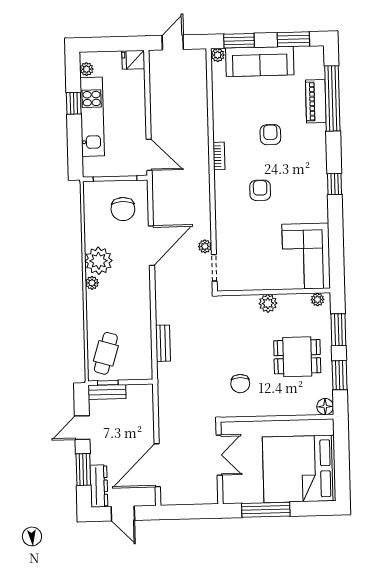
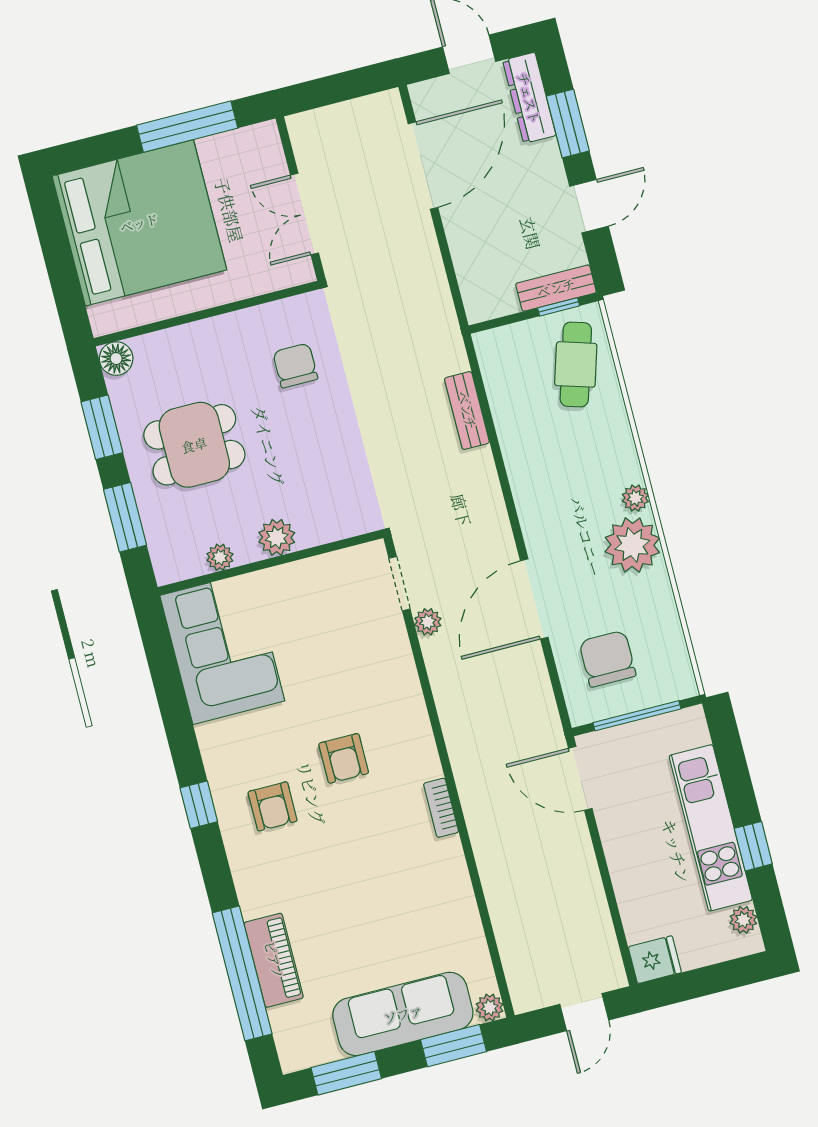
armchair: (270, 135) -> (273, 806), moved
plant: (318, 300) -> (220, 557), moved

